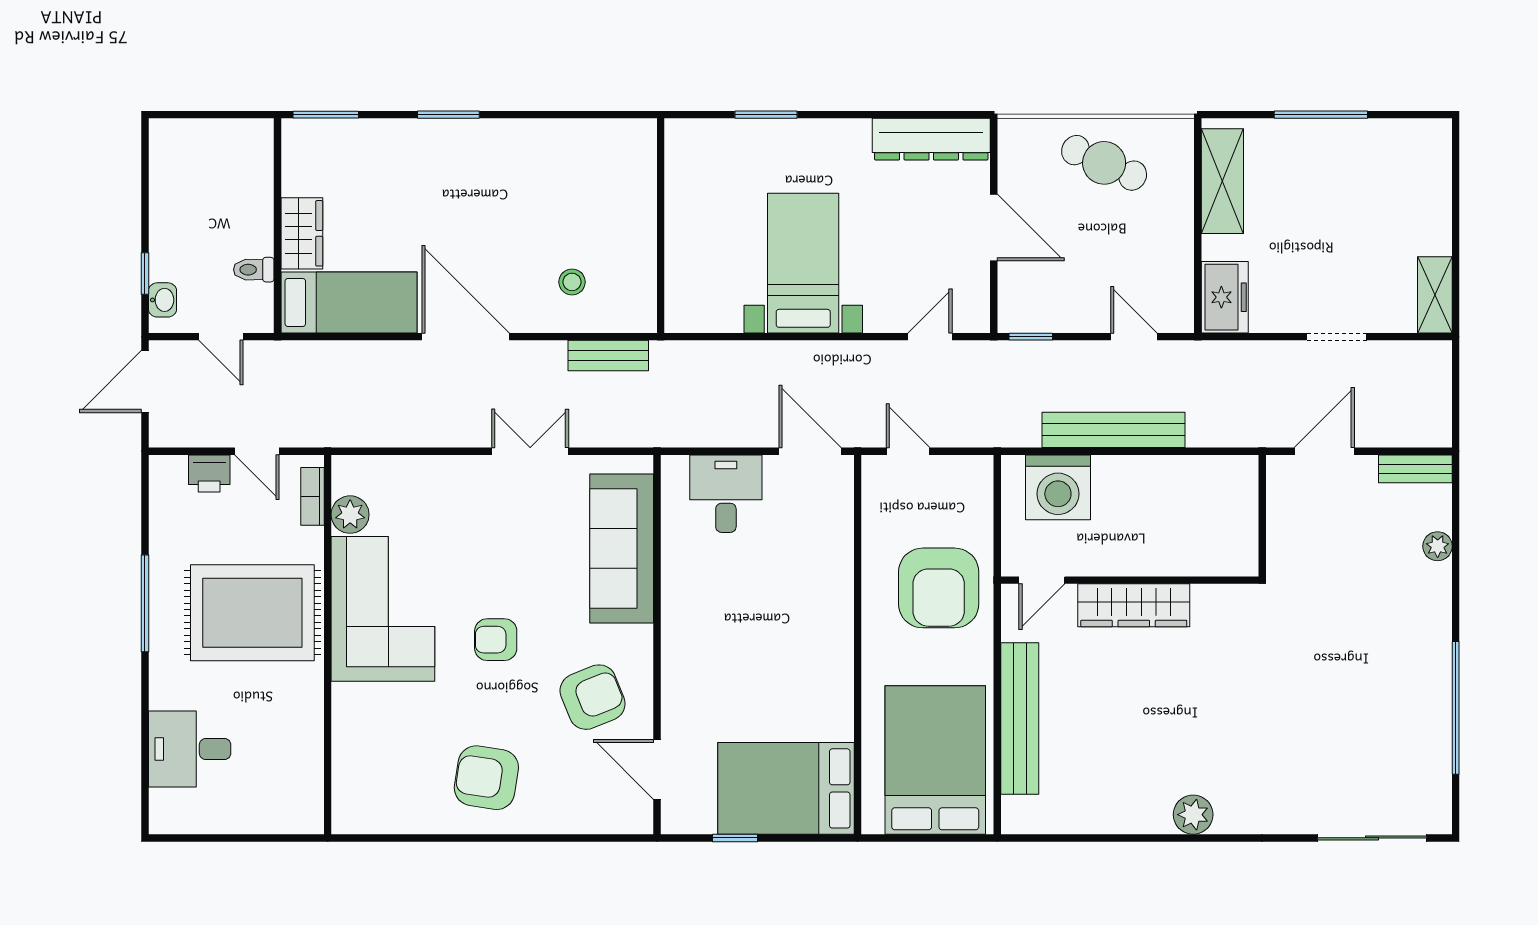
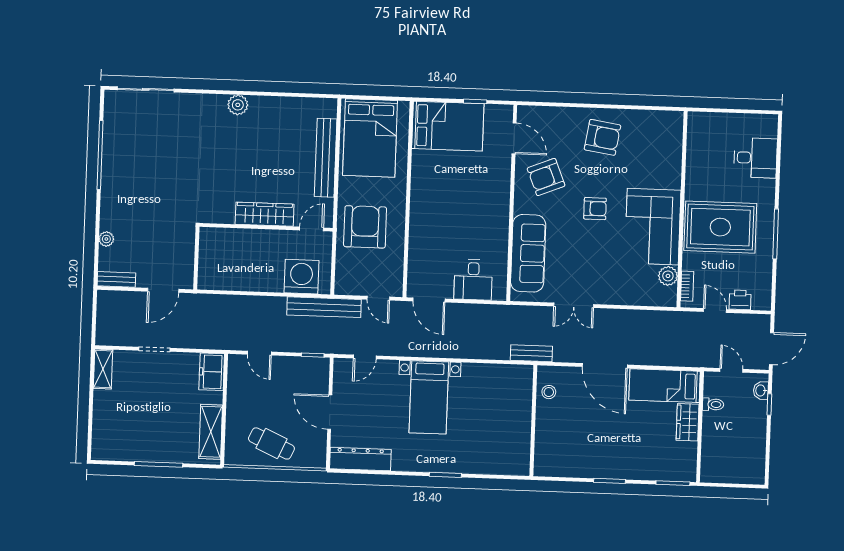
wall: (661, 226) -> (533, 421), moved
bench: (1113, 430) -> (324, 307), moved

